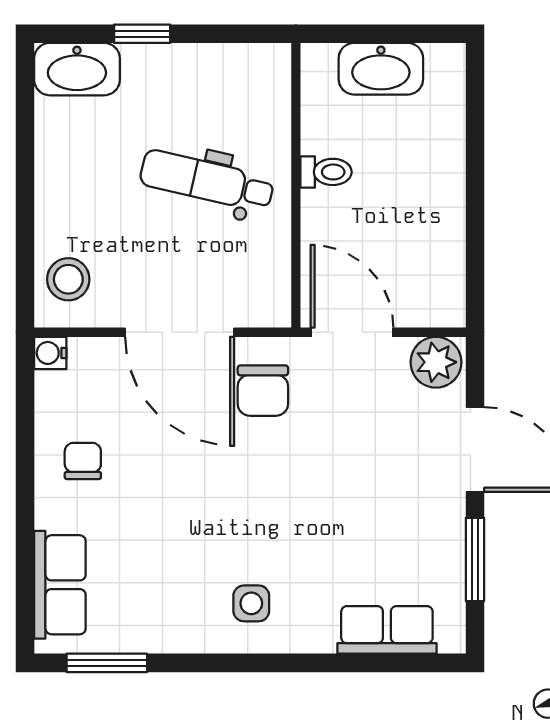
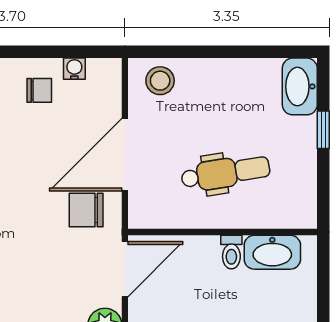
washbasin: (381, 69) -> (272, 252), moved, turned -90
dental chair: (207, 181) -> (226, 173), turned 68
water cooler: (50, 353) -> (74, 69), moved

